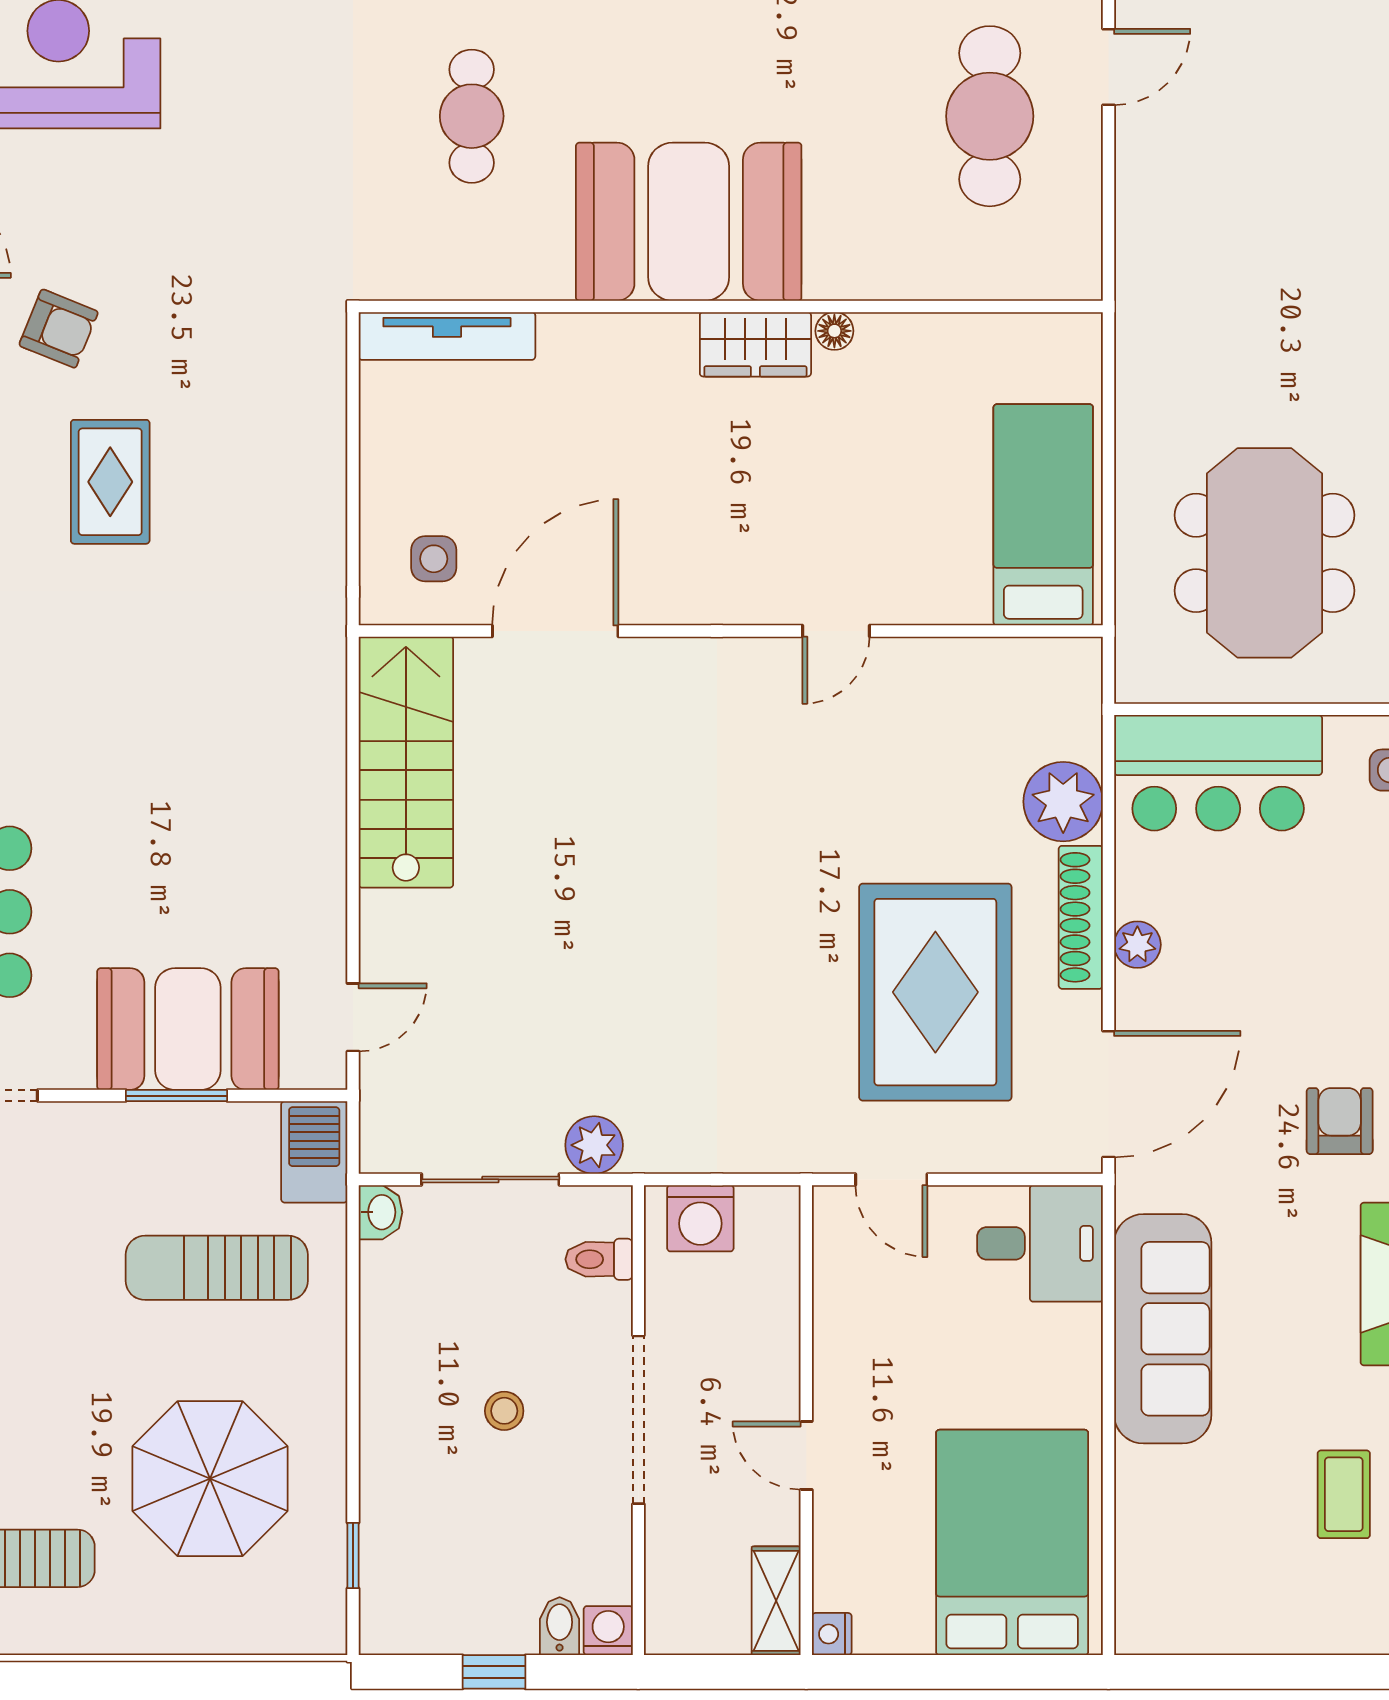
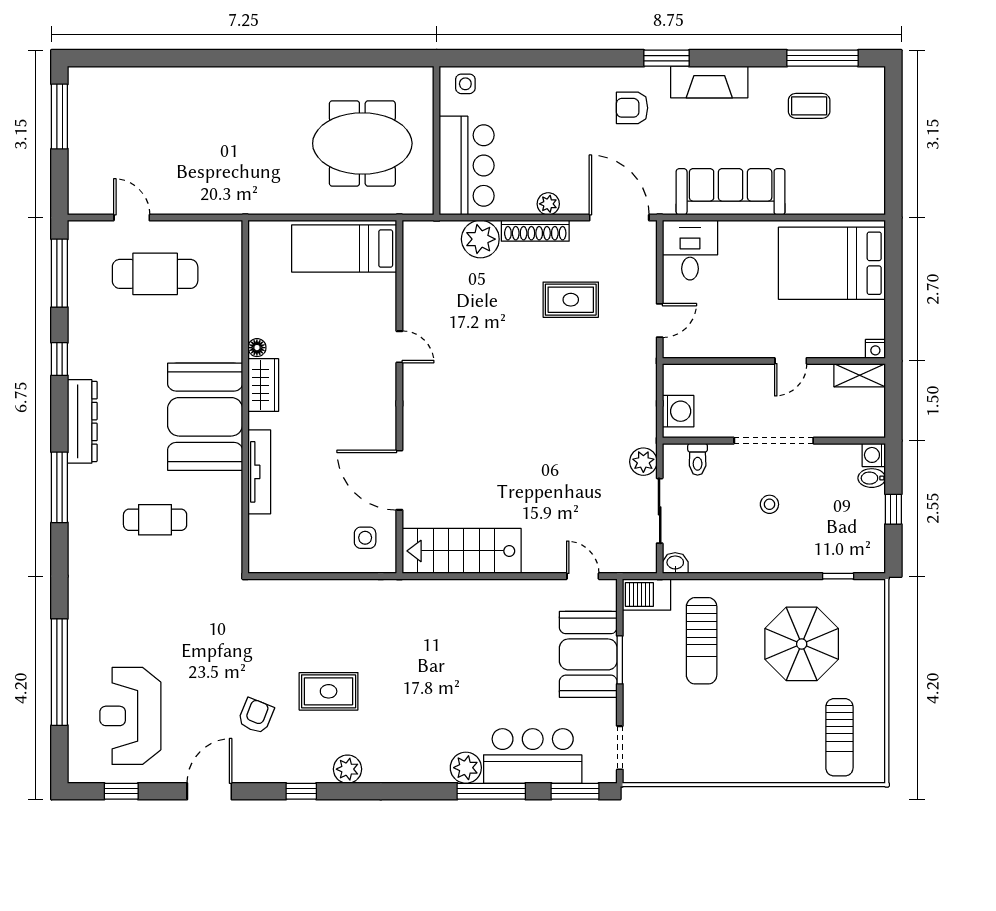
tv unit: (447, 336) -> (259, 472), moved
rug: (935, 992) -> (571, 300), width x0.54, depth x0.49

